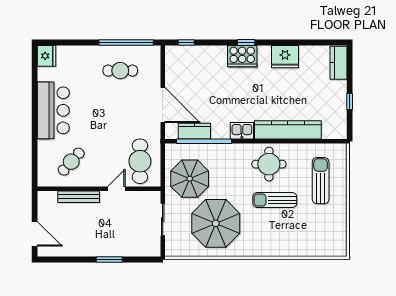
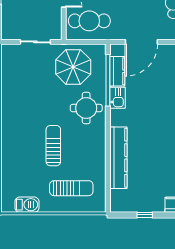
kitchen sink: (242, 131) -> (118, 98), moved
round table: (269, 164) -> (86, 108), moved
parasol: (216, 223) -> (32, 91), removed
barbecue: (338, 229) -> (27, 205), added

